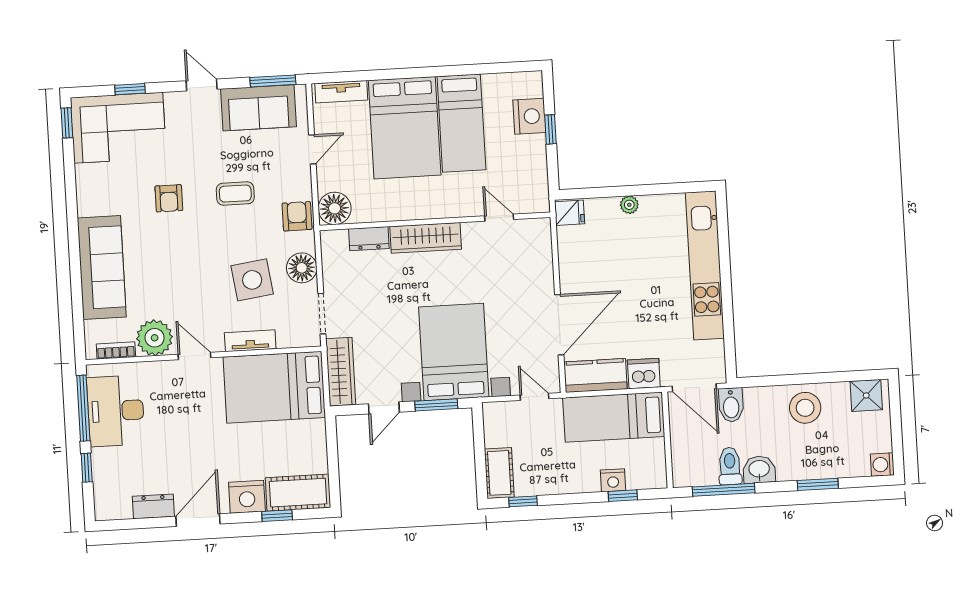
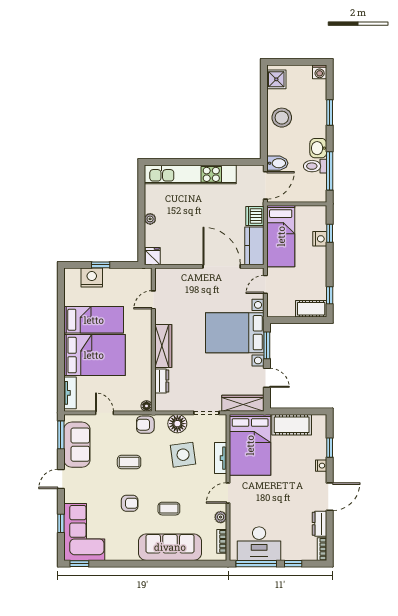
coffee table: (235, 194) -> (129, 462), turned 90
floor lamp: (335, 208) -> (147, 406), width x0.53, depth x0.53
coffee table: (164, 262) -> (169, 509), added
plant: (155, 338) -> (221, 517), width x0.53, depth x0.53
cot: (298, 493) -> (292, 425), moved, turned 90
nightstand: (247, 497) -> (321, 466), width x0.53, depth x0.56
bookcase: (113, 513) -> (322, 549), added
door: (198, 520) -> (330, 497), swing flipped

